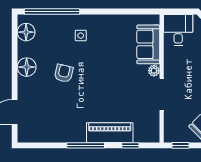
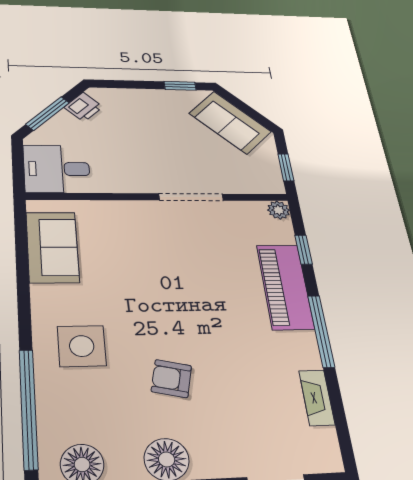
side table: (81, 36) -> (82, 346), width x1.87, depth x1.87
sofa: (148, 44) -> (52, 247), moved, turned -90
plant: (154, 71) -> (279, 210), moved
fireplace: (52, 137) -> (317, 398), added

